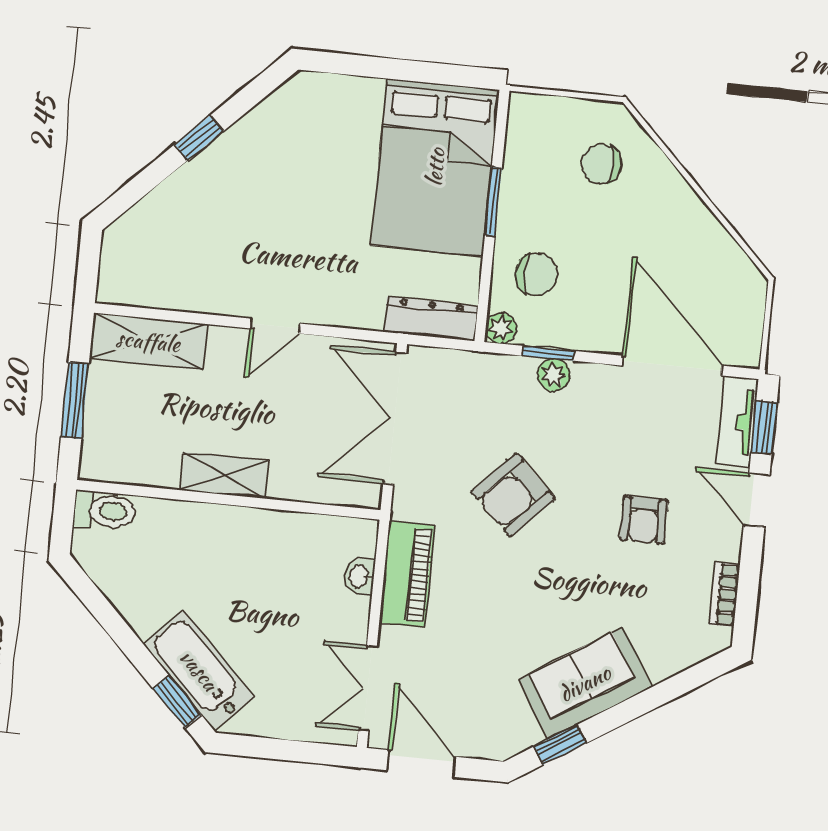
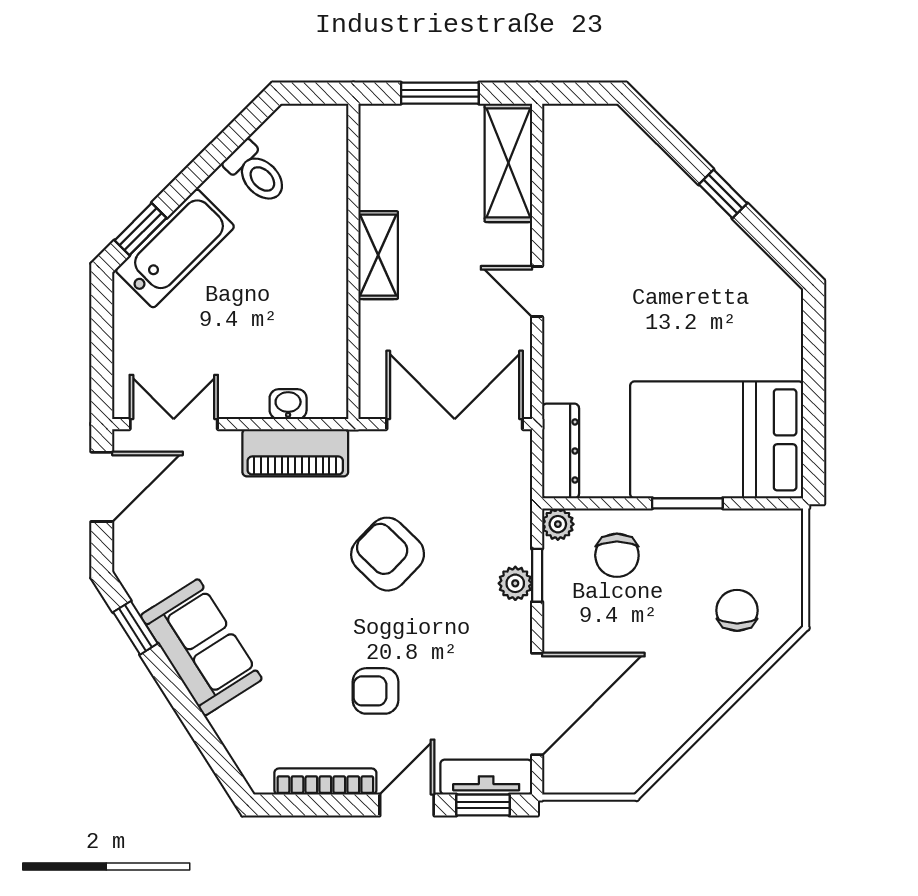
toilet: (104, 511) -> (256, 173), moved, turned -45
bookcase: (724, 594) -> (325, 781), width x1.56

